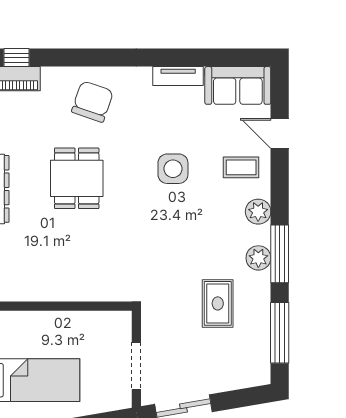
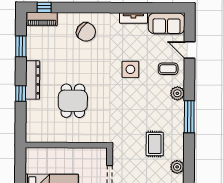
chair: (92, 102) -> (86, 32), turned 106
dining table: (77, 178) -> (73, 101), moved
plant: (258, 258) -> (177, 167), moved
window: (280, 333) -> (189, 160), removed

